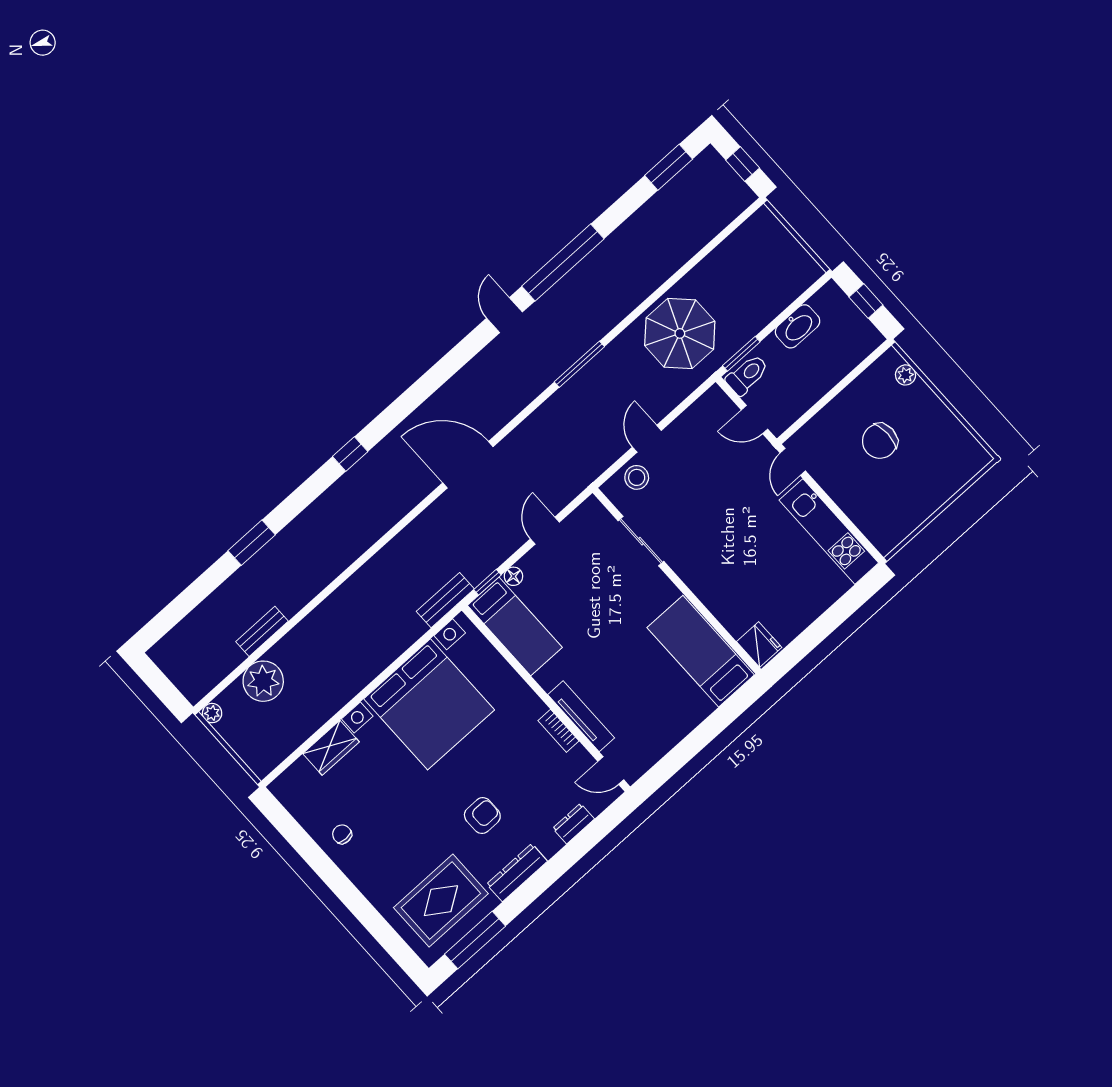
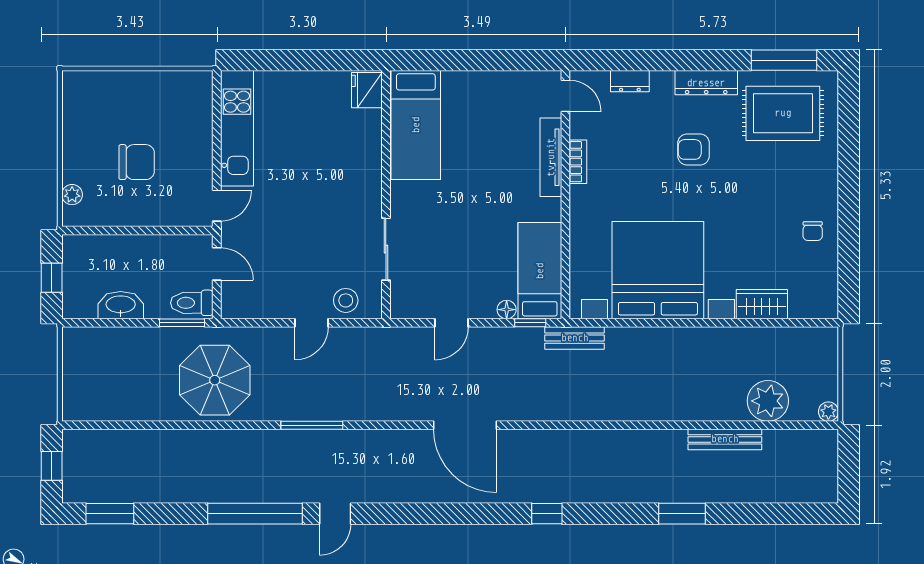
bench: (262, 631) -> (725, 439), width x1.36

